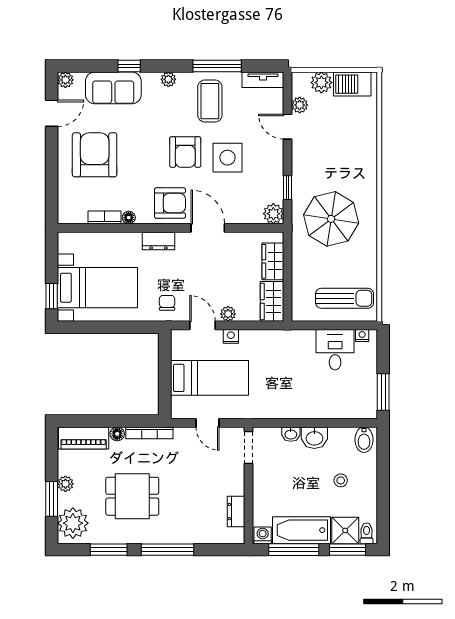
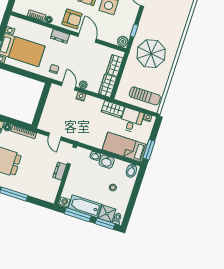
wardrobe: (295, 341) -> (113, 109), added
bed: (209, 378) -> (125, 147), moved, turned 180
dresser: (236, 512) -> (60, 171), moved

